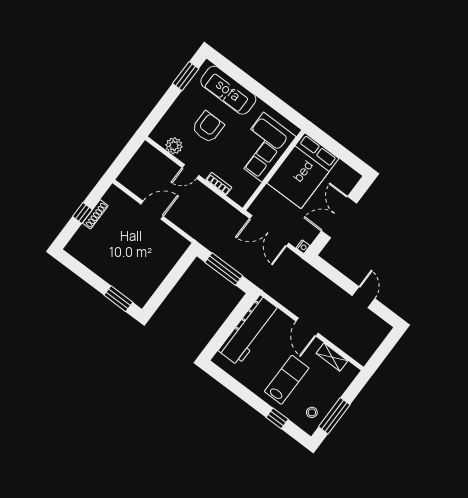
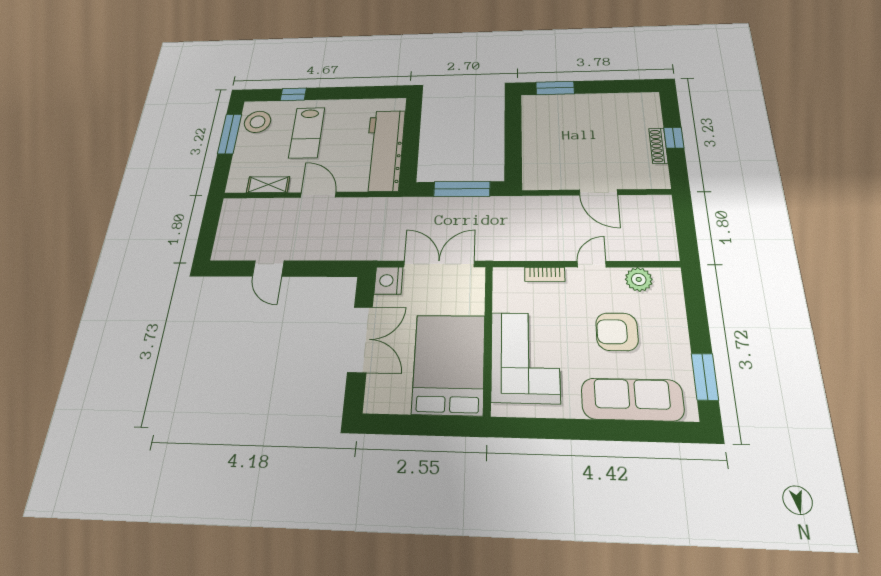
armchair: (208, 127) -> (617, 332), turned 90
door: (152, 210) -> (598, 192), hinge flipped
nightstand: (303, 247) -> (389, 280), width x1.89, depth x1.79
stool: (312, 412) -> (258, 122), width x1.89, depth x1.89

